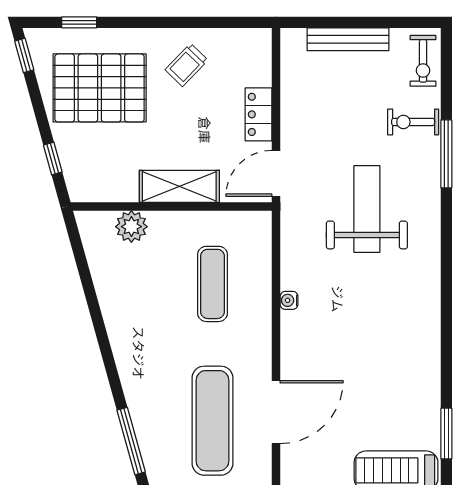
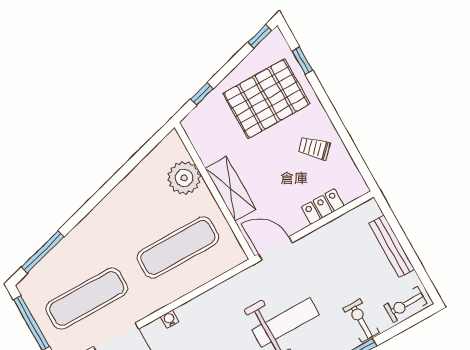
pallet: (100, 88) -> (266, 99), turned 90
locker: (258, 114) -> (323, 206), moved
plant: (131, 227) -> (184, 178), width x1.36, depth x1.36
exercise mat: (212, 284) -> (178, 247), width x1.36, depth x1.45
water cooler: (289, 300) -> (169, 319), moved

